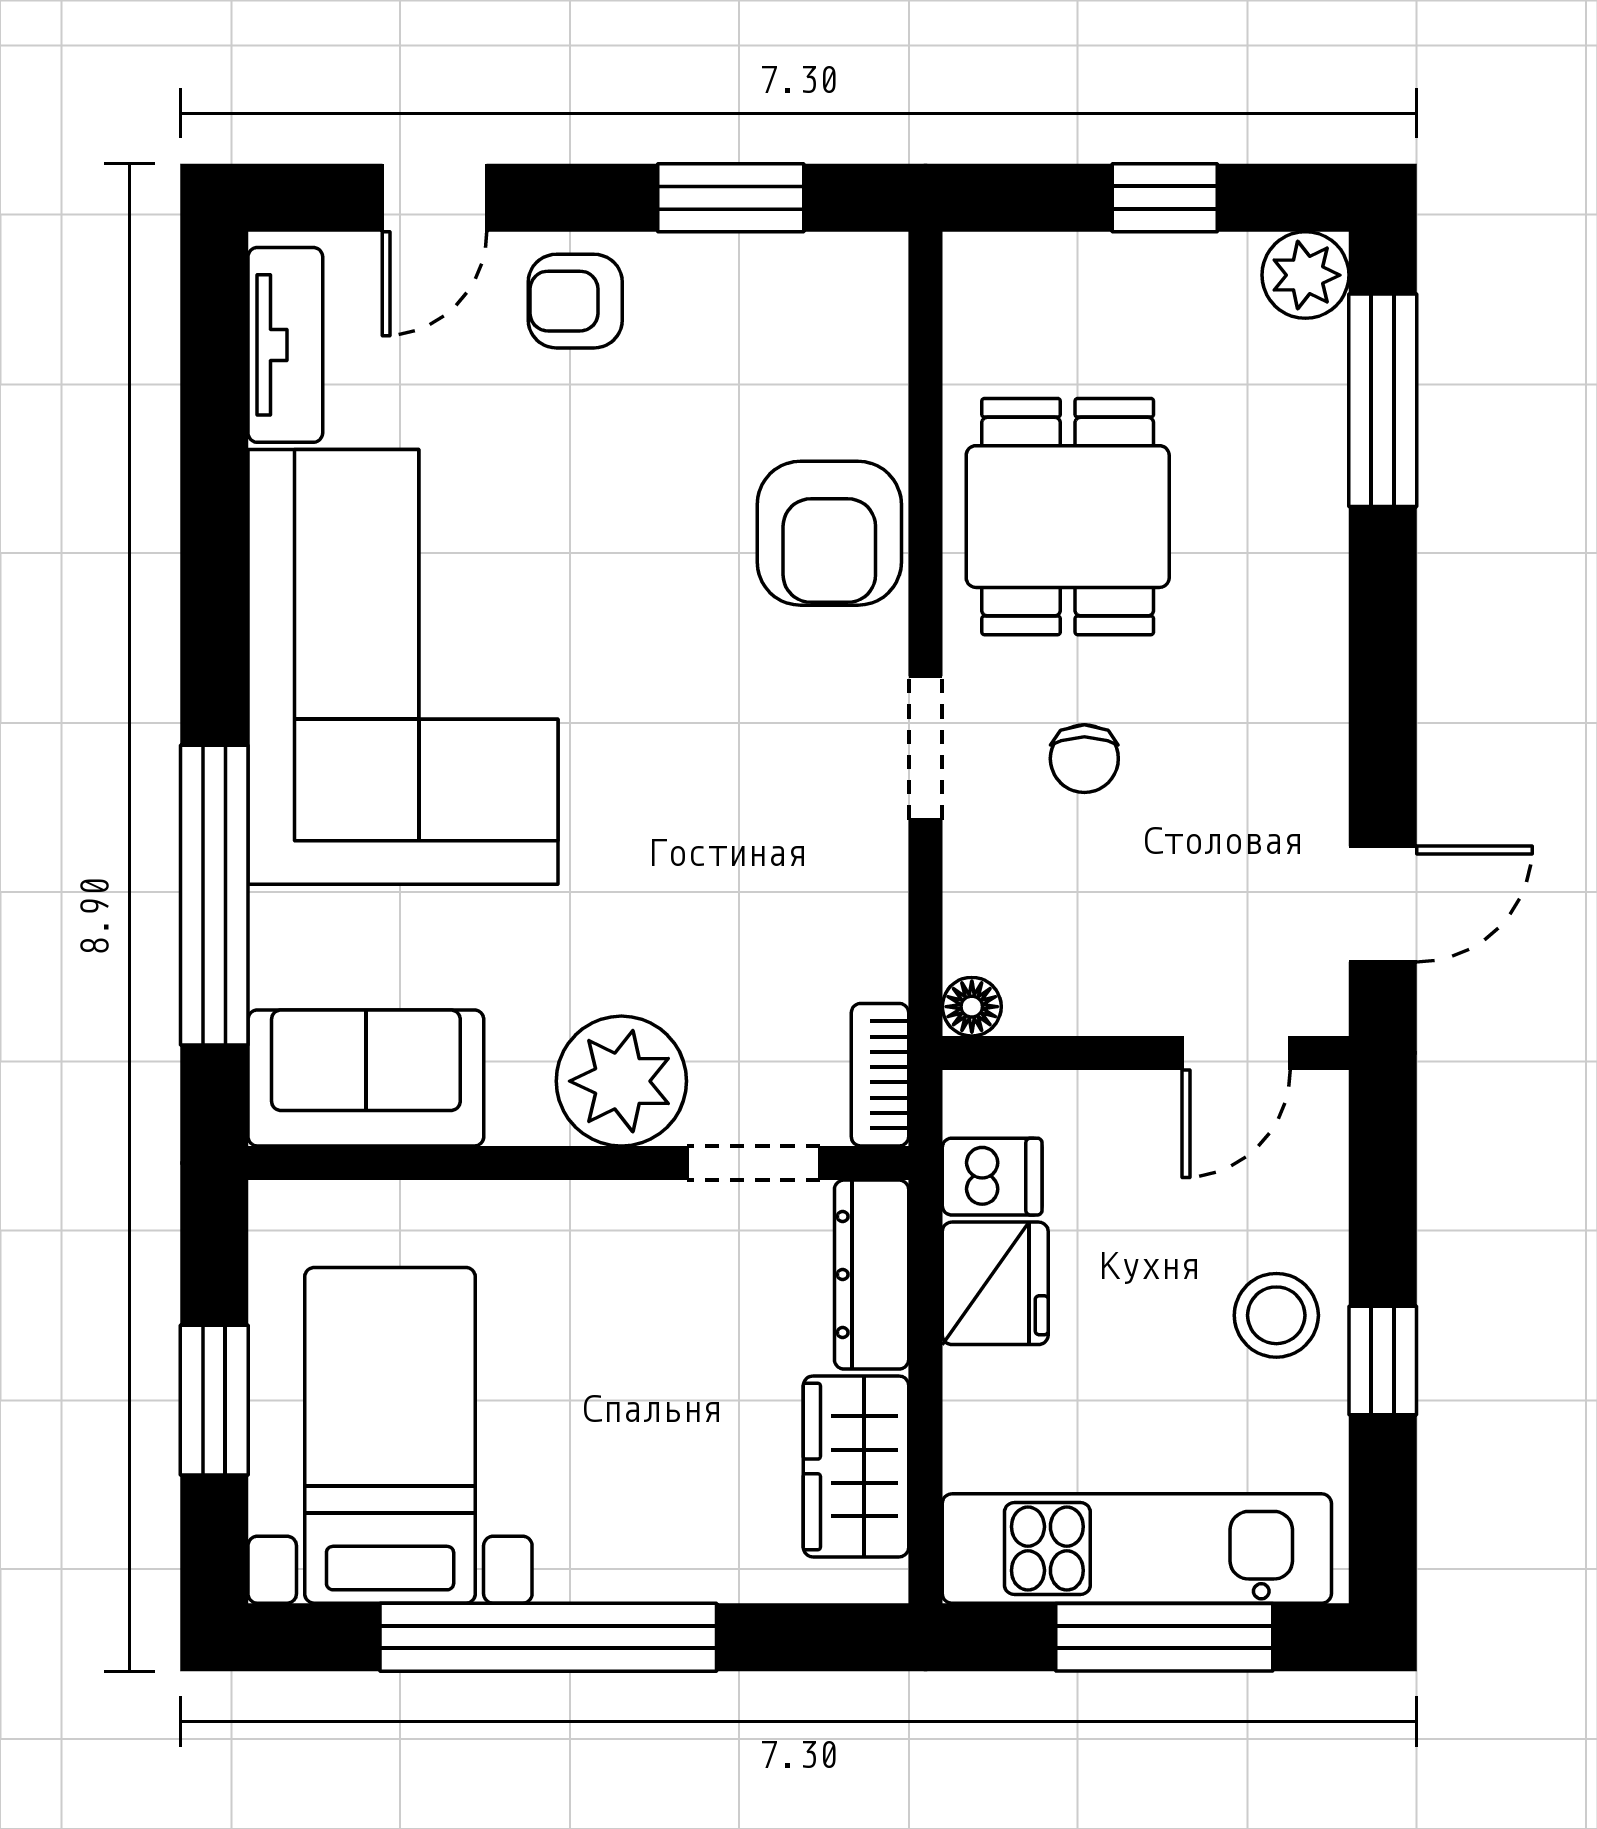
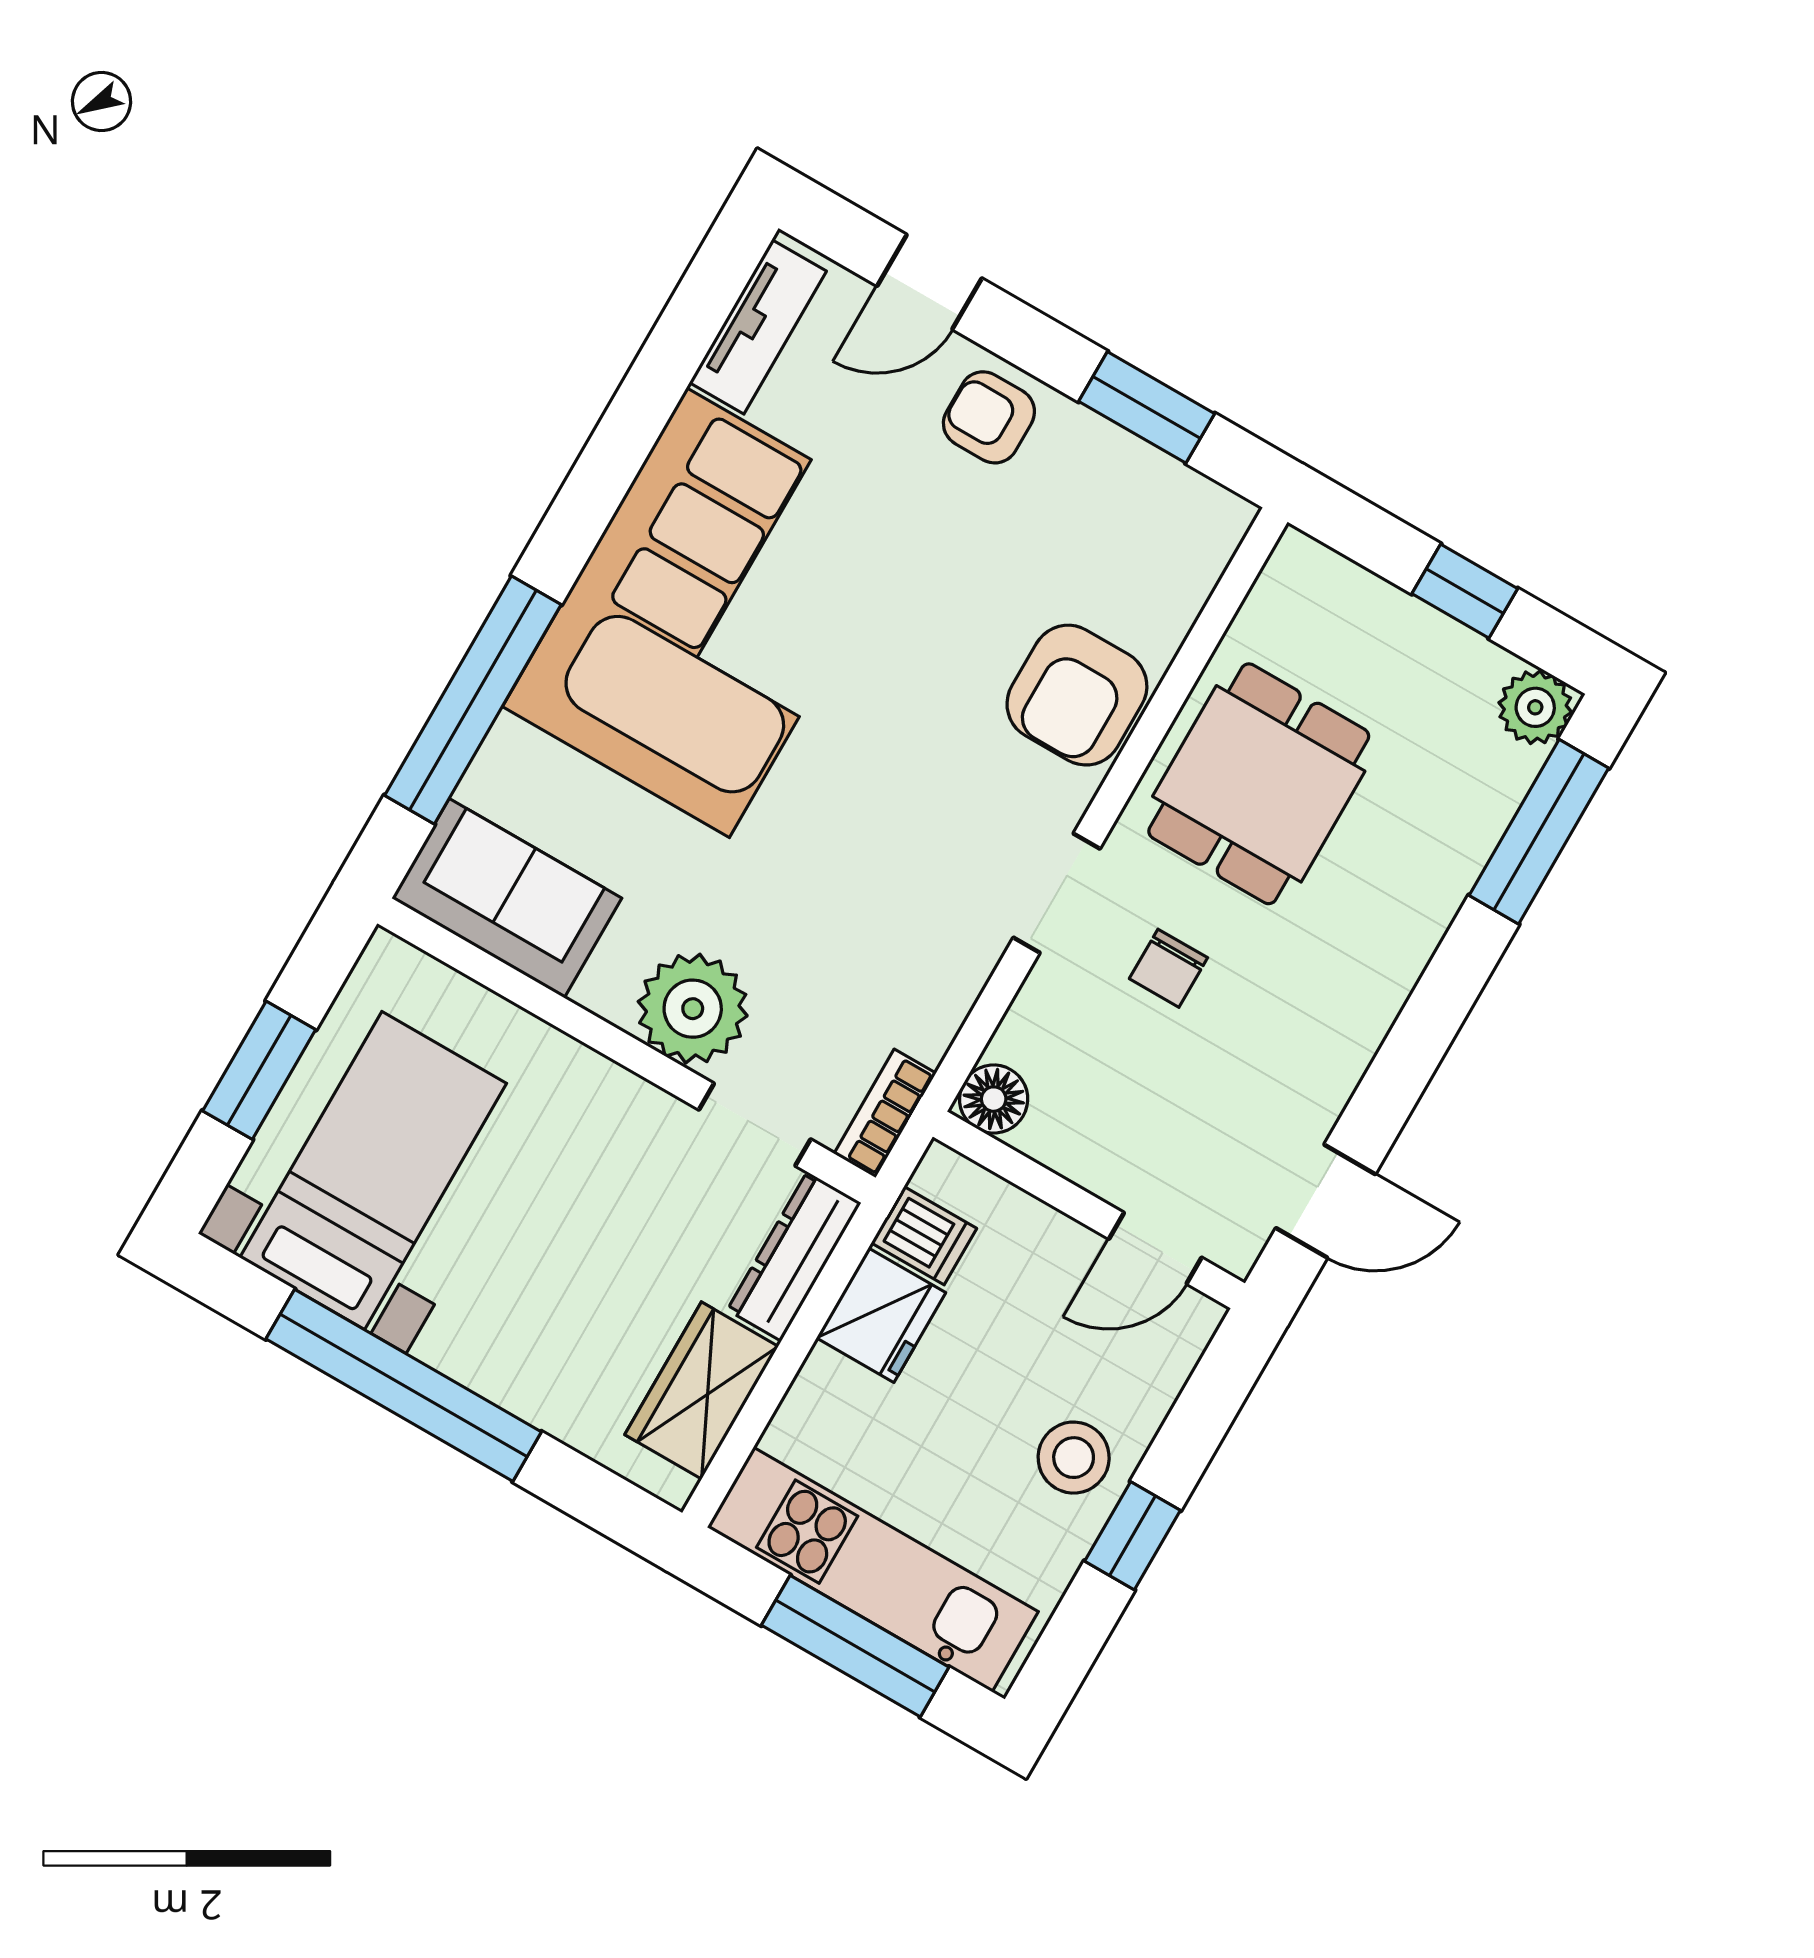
floor lamp: (972, 1007) -> (994, 1099), width x1.37, depth x1.37

